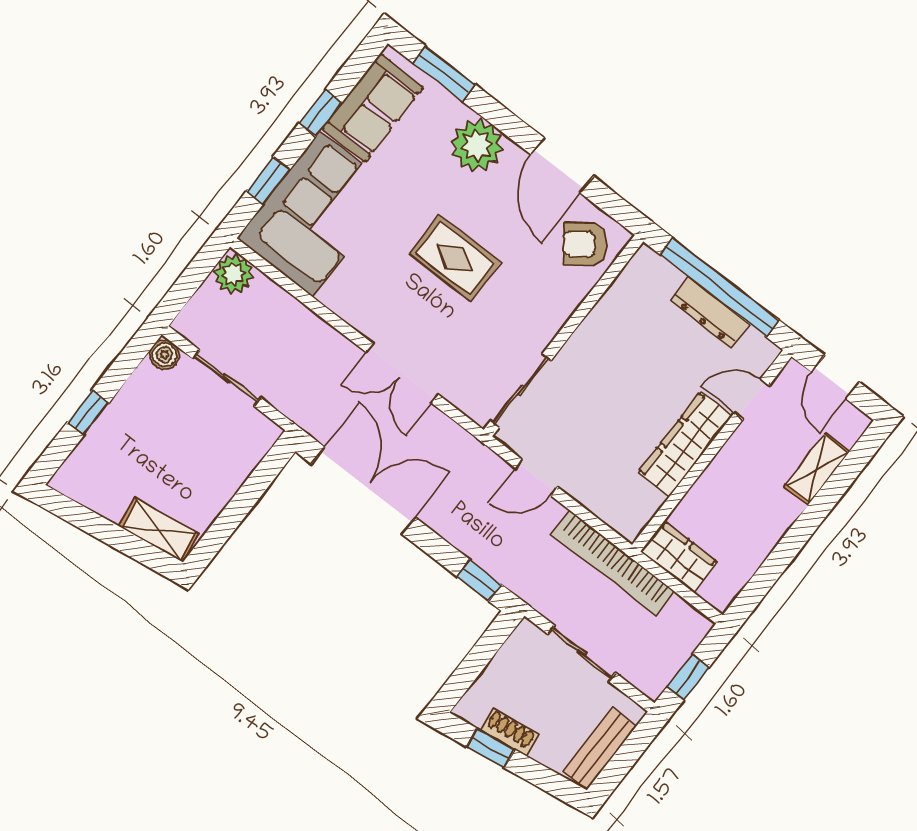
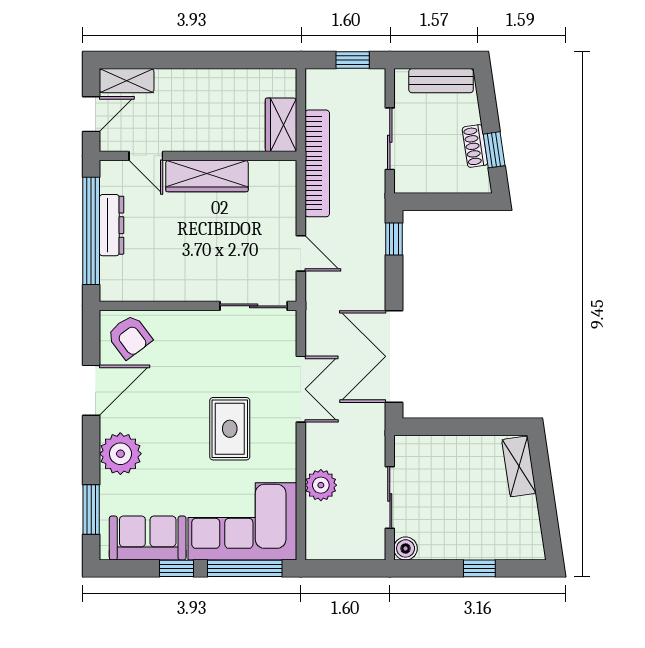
window: (268, 180) -> (245, 568), width x2.17
rug: (455, 258) -> (230, 429), moved
plant: (234, 274) -> (321, 485), moved
shelving: (817, 469) -> (127, 81), moved

